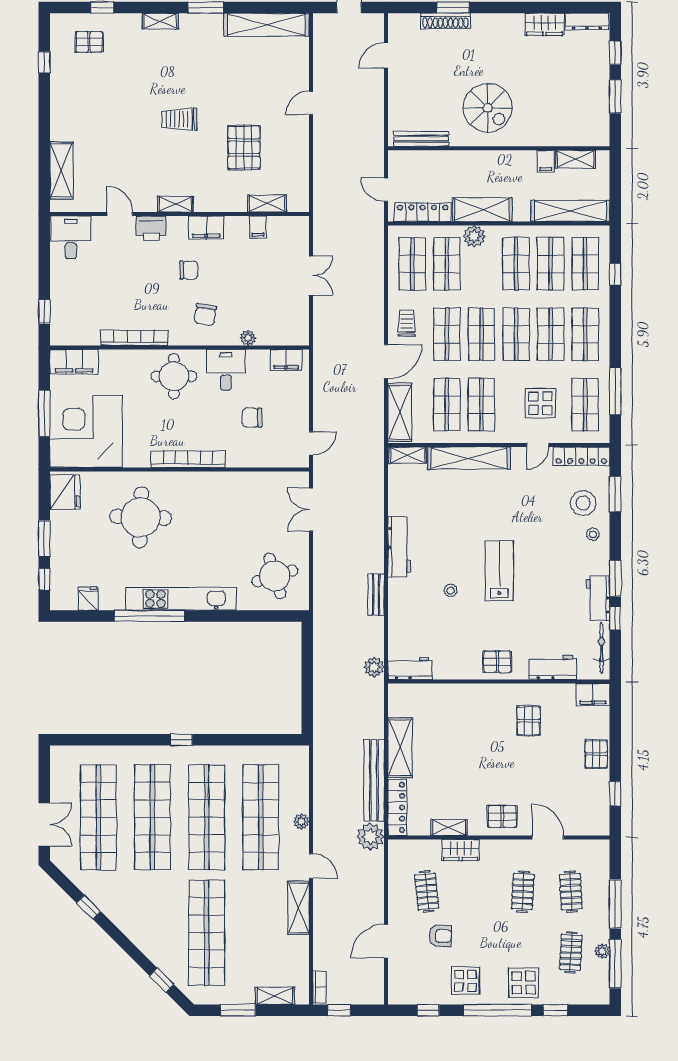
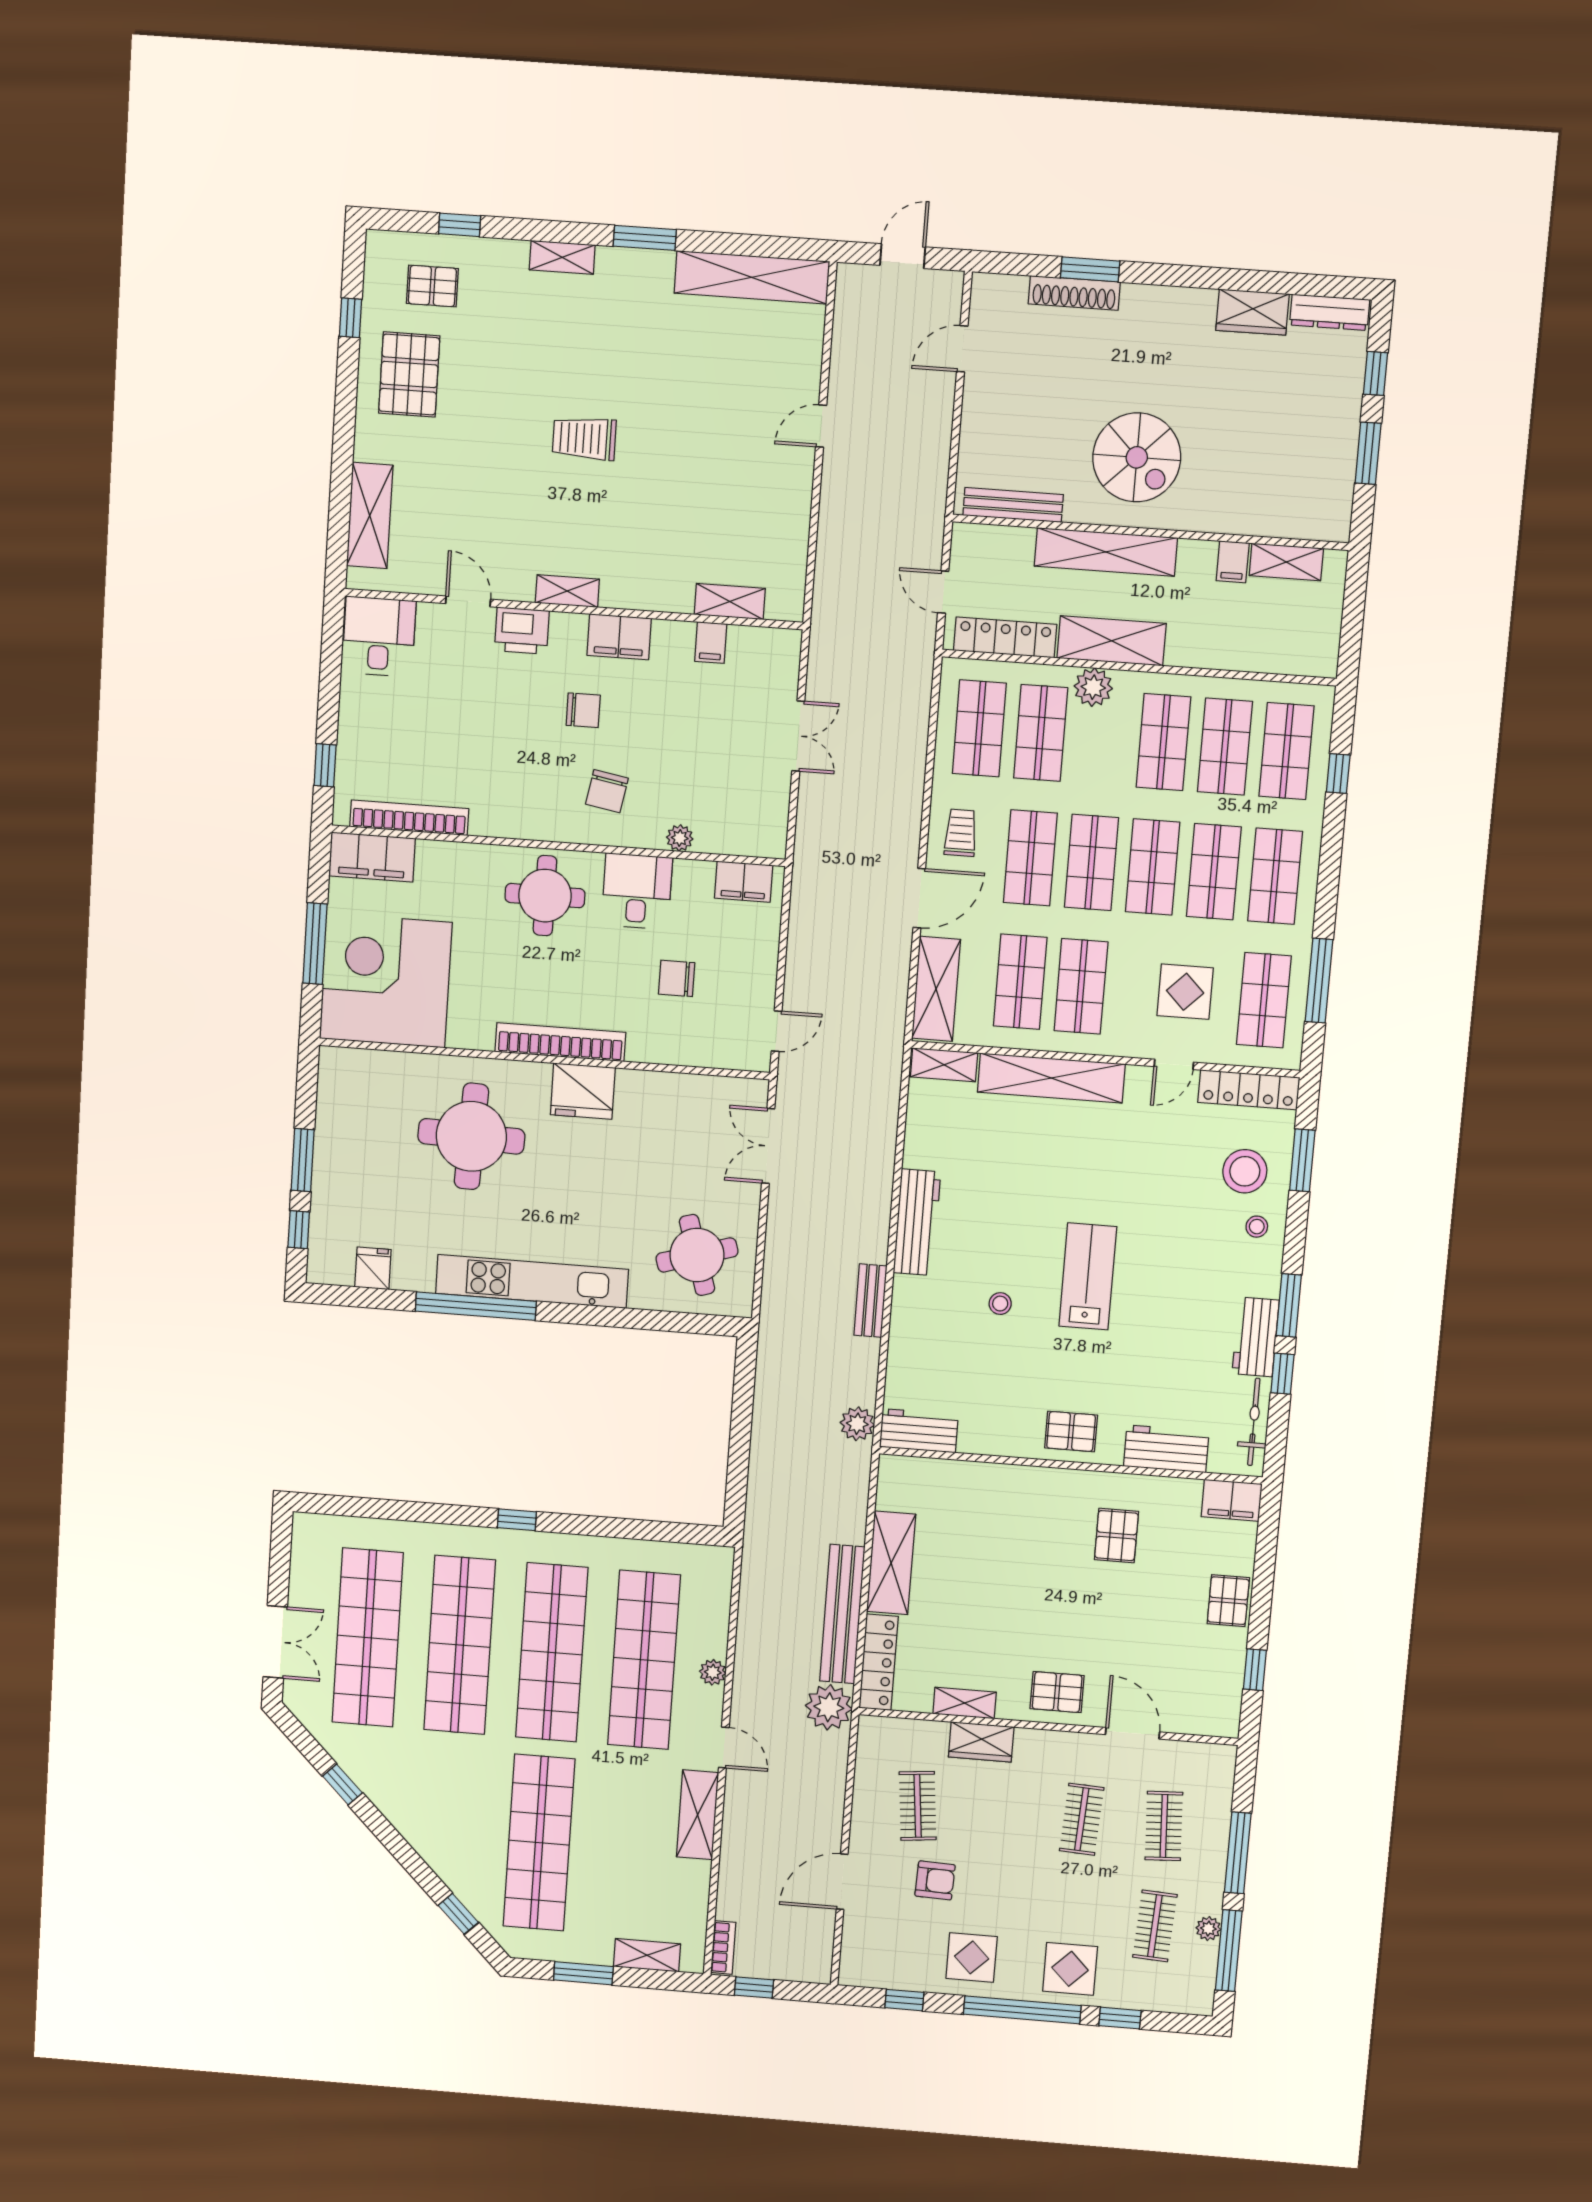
pallet: (244, 147) -> (409, 375), moved
shelving: (570, 211) -> (1106, 552), moved
bookcase: (134, 338) -> (409, 818), moved
fridge: (65, 492) -> (583, 1091), moved, turned 90

